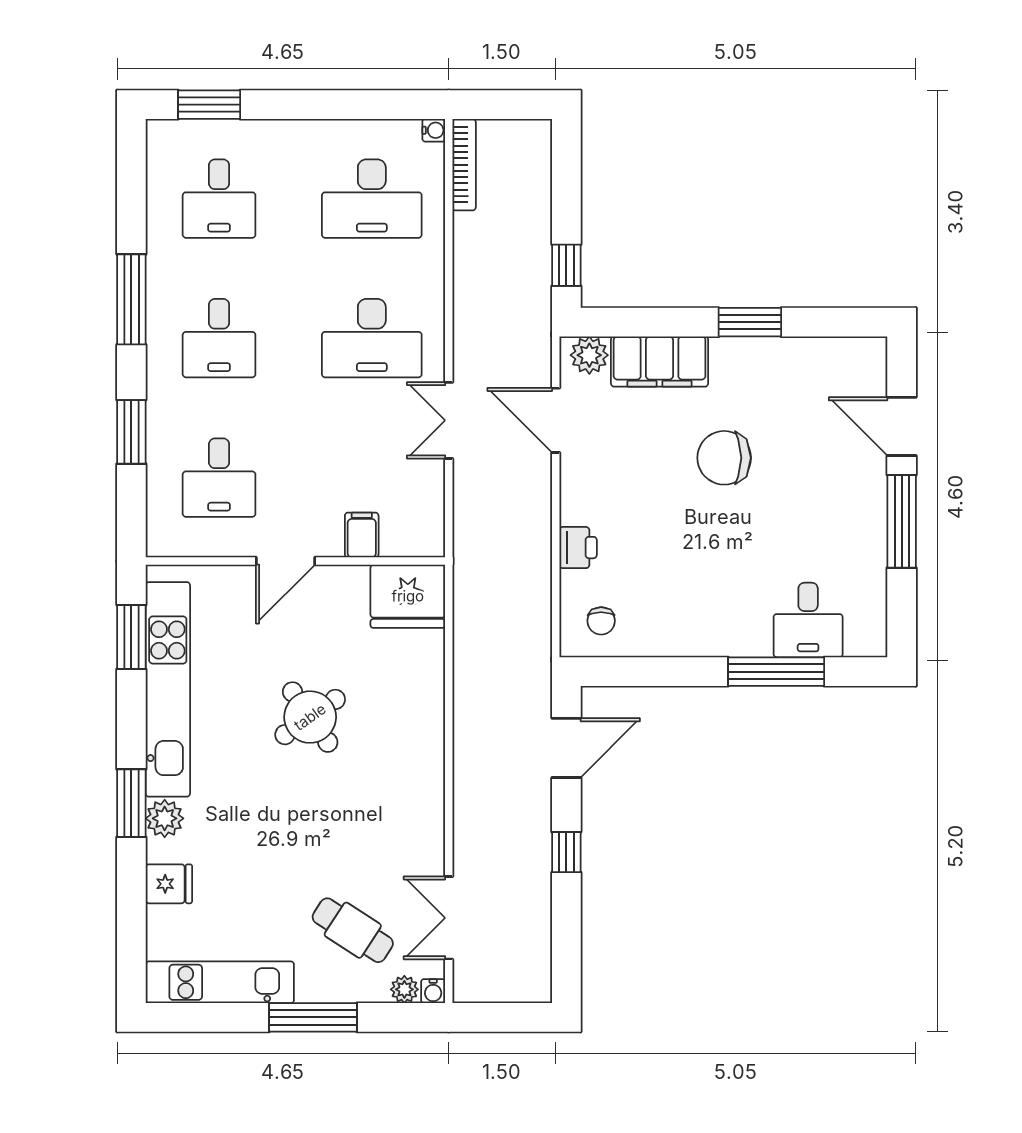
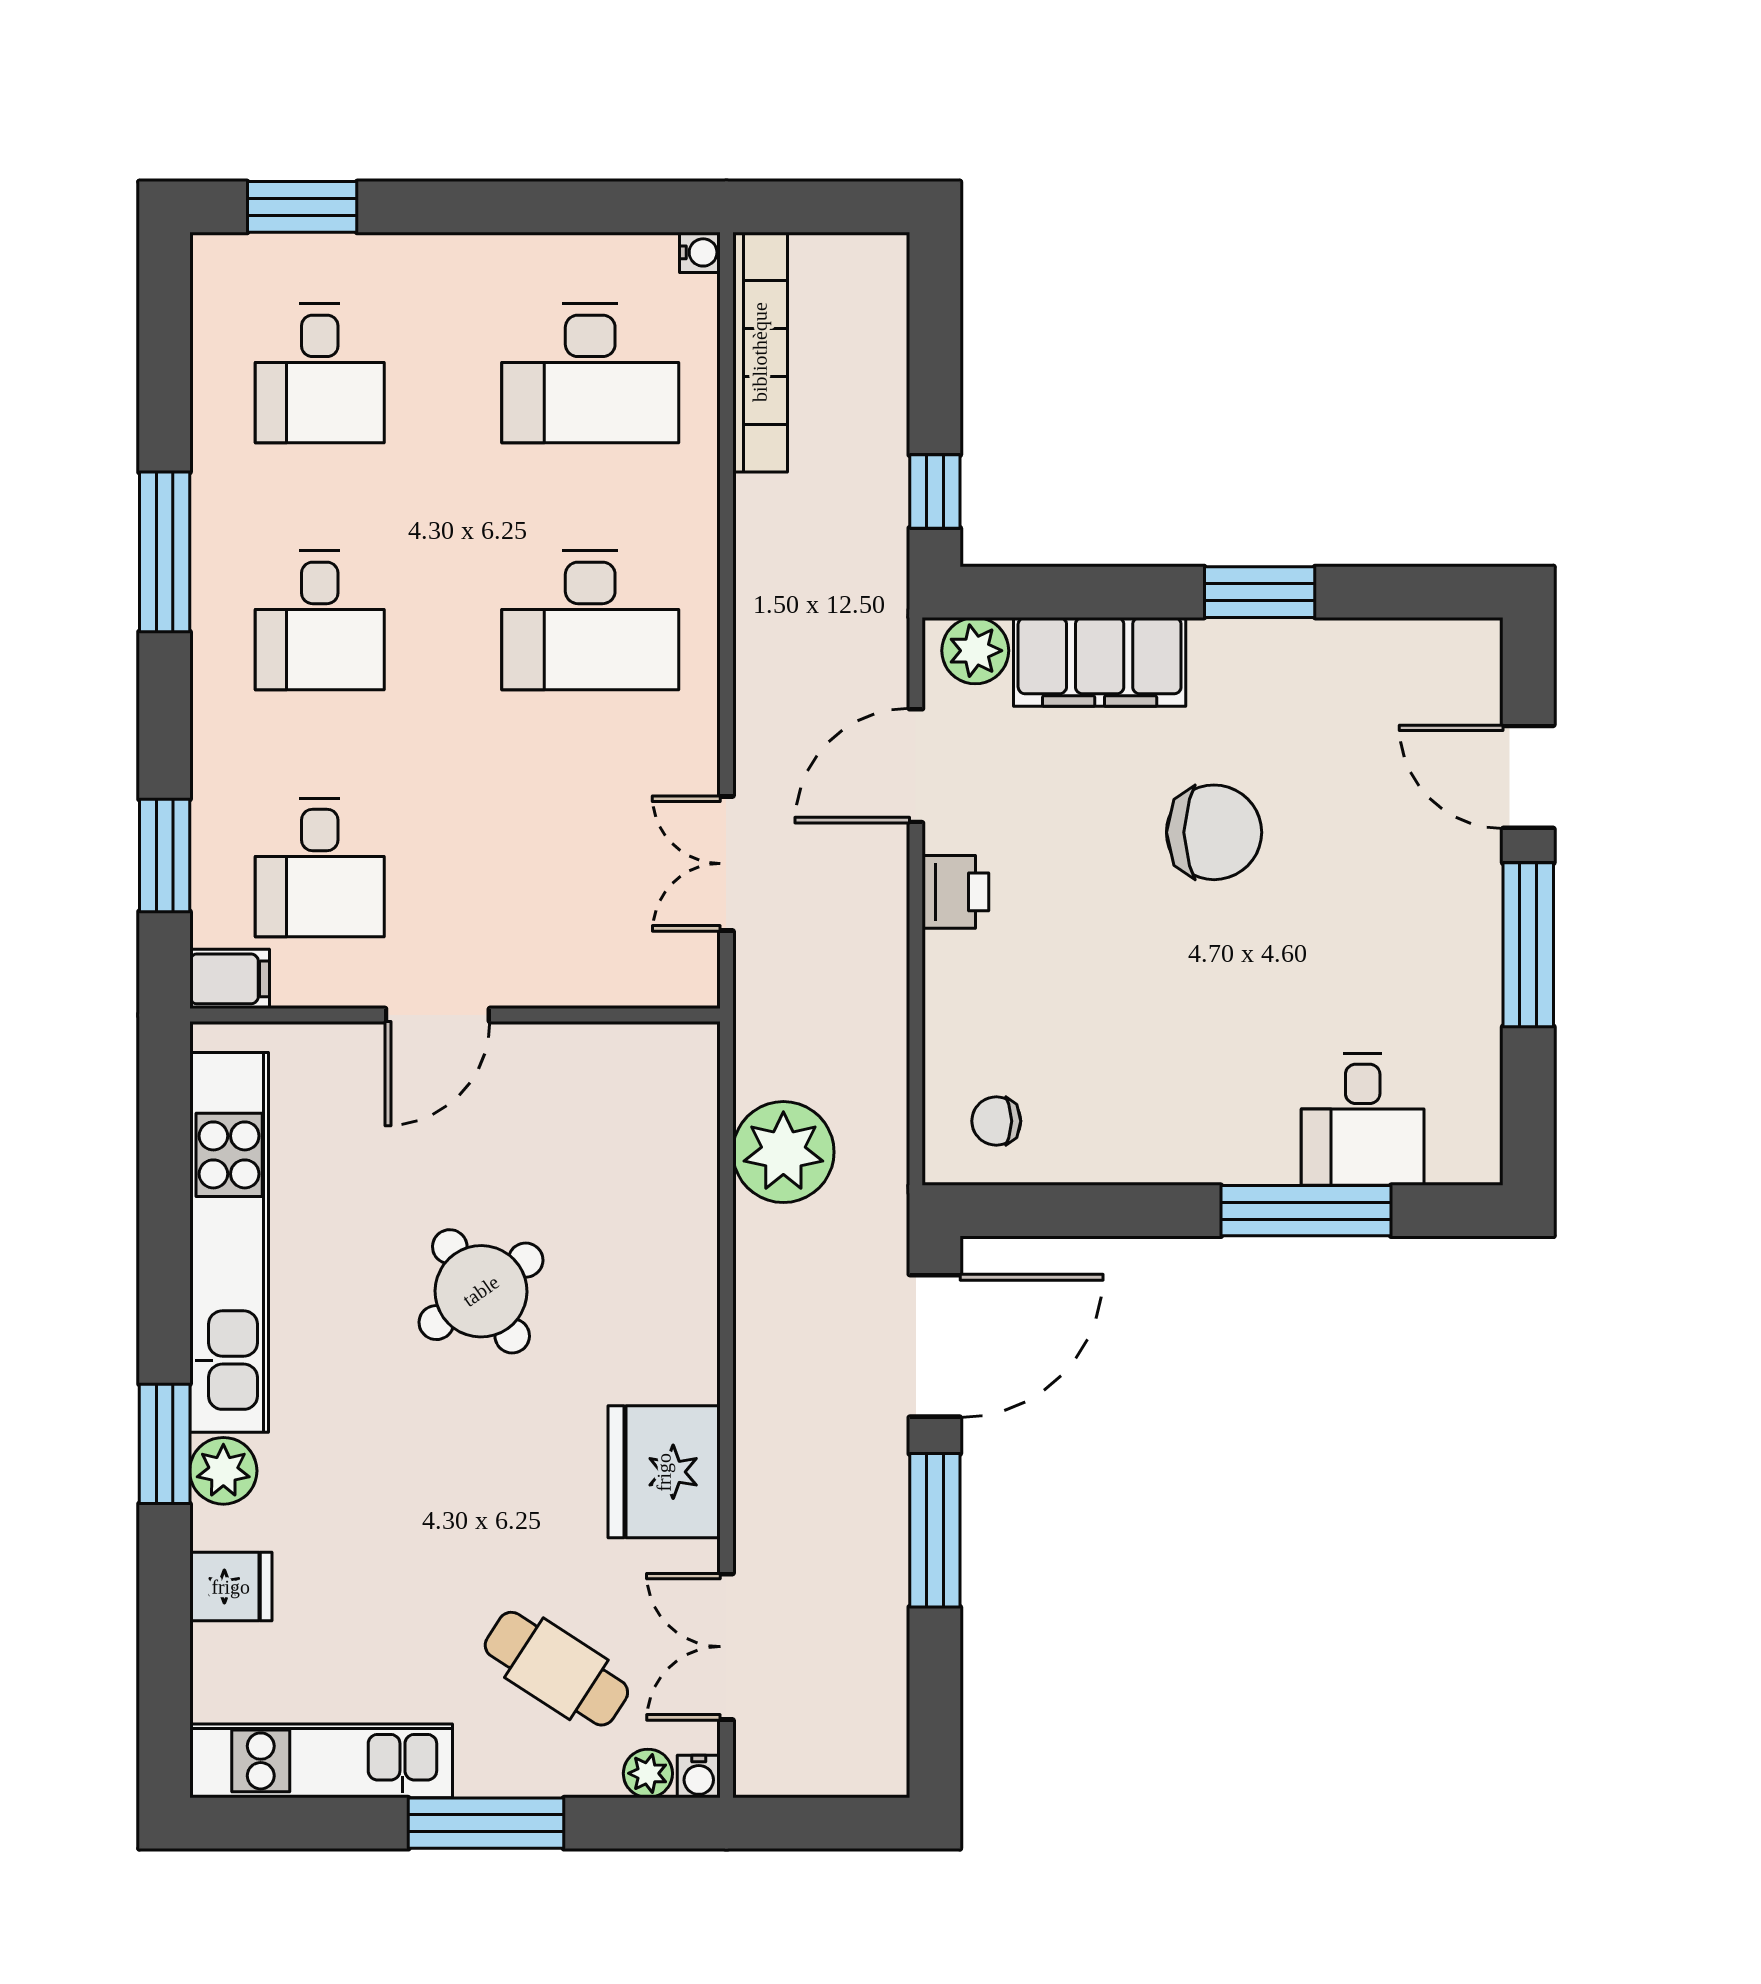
bookcase: (464, 165) -> (760, 352), width x1.48, depth x1.31
double door: (449, 420) -> (726, 864), moved
door: (556, 420) -> (916, 766), hinge flipped
window: (131, 432) -> (165, 855), moved
chair: (724, 458) -> (1214, 832), turned 180
filing cabinet: (362, 535) -> (230, 979), moved, turned 90
printer: (578, 548) -> (955, 892), moved
fridge: (408, 596) -> (664, 1472), moved, turned 90
chair: (601, 621) -> (996, 1121), turned 90
window: (131, 637) -> (165, 1149), removed
plant: (481, 638) -> (783, 1152), added
door: (566, 748) -> (935, 1346), width x1.36
window: (566, 852) -> (935, 1530), width x2.17

